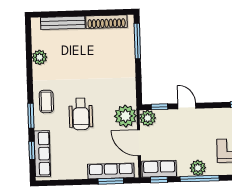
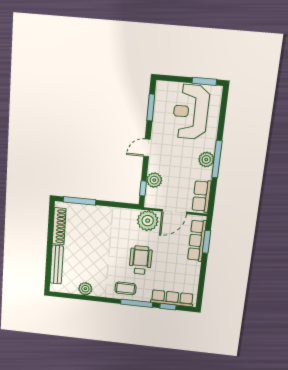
door: (187, 106) -> (147, 148), moved
wheelchair: (81, 114) -> (141, 260), turned -90
window: (31, 116) -> (137, 303), width x1.44
plant: (148, 118) -> (154, 180), moved
window: (159, 180) -> (212, 198), removed

